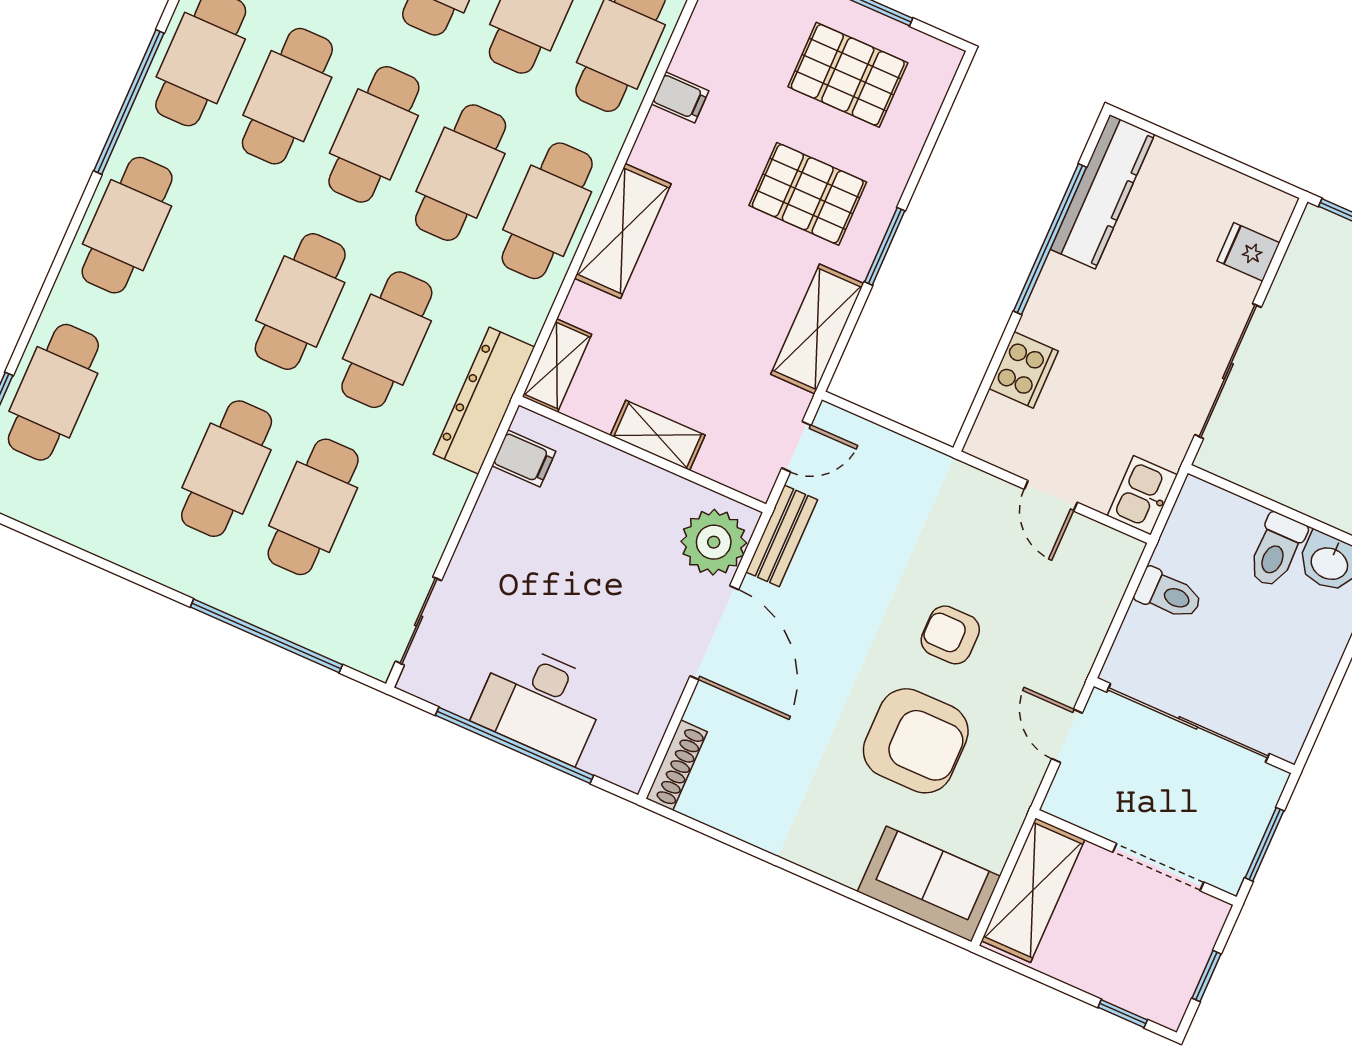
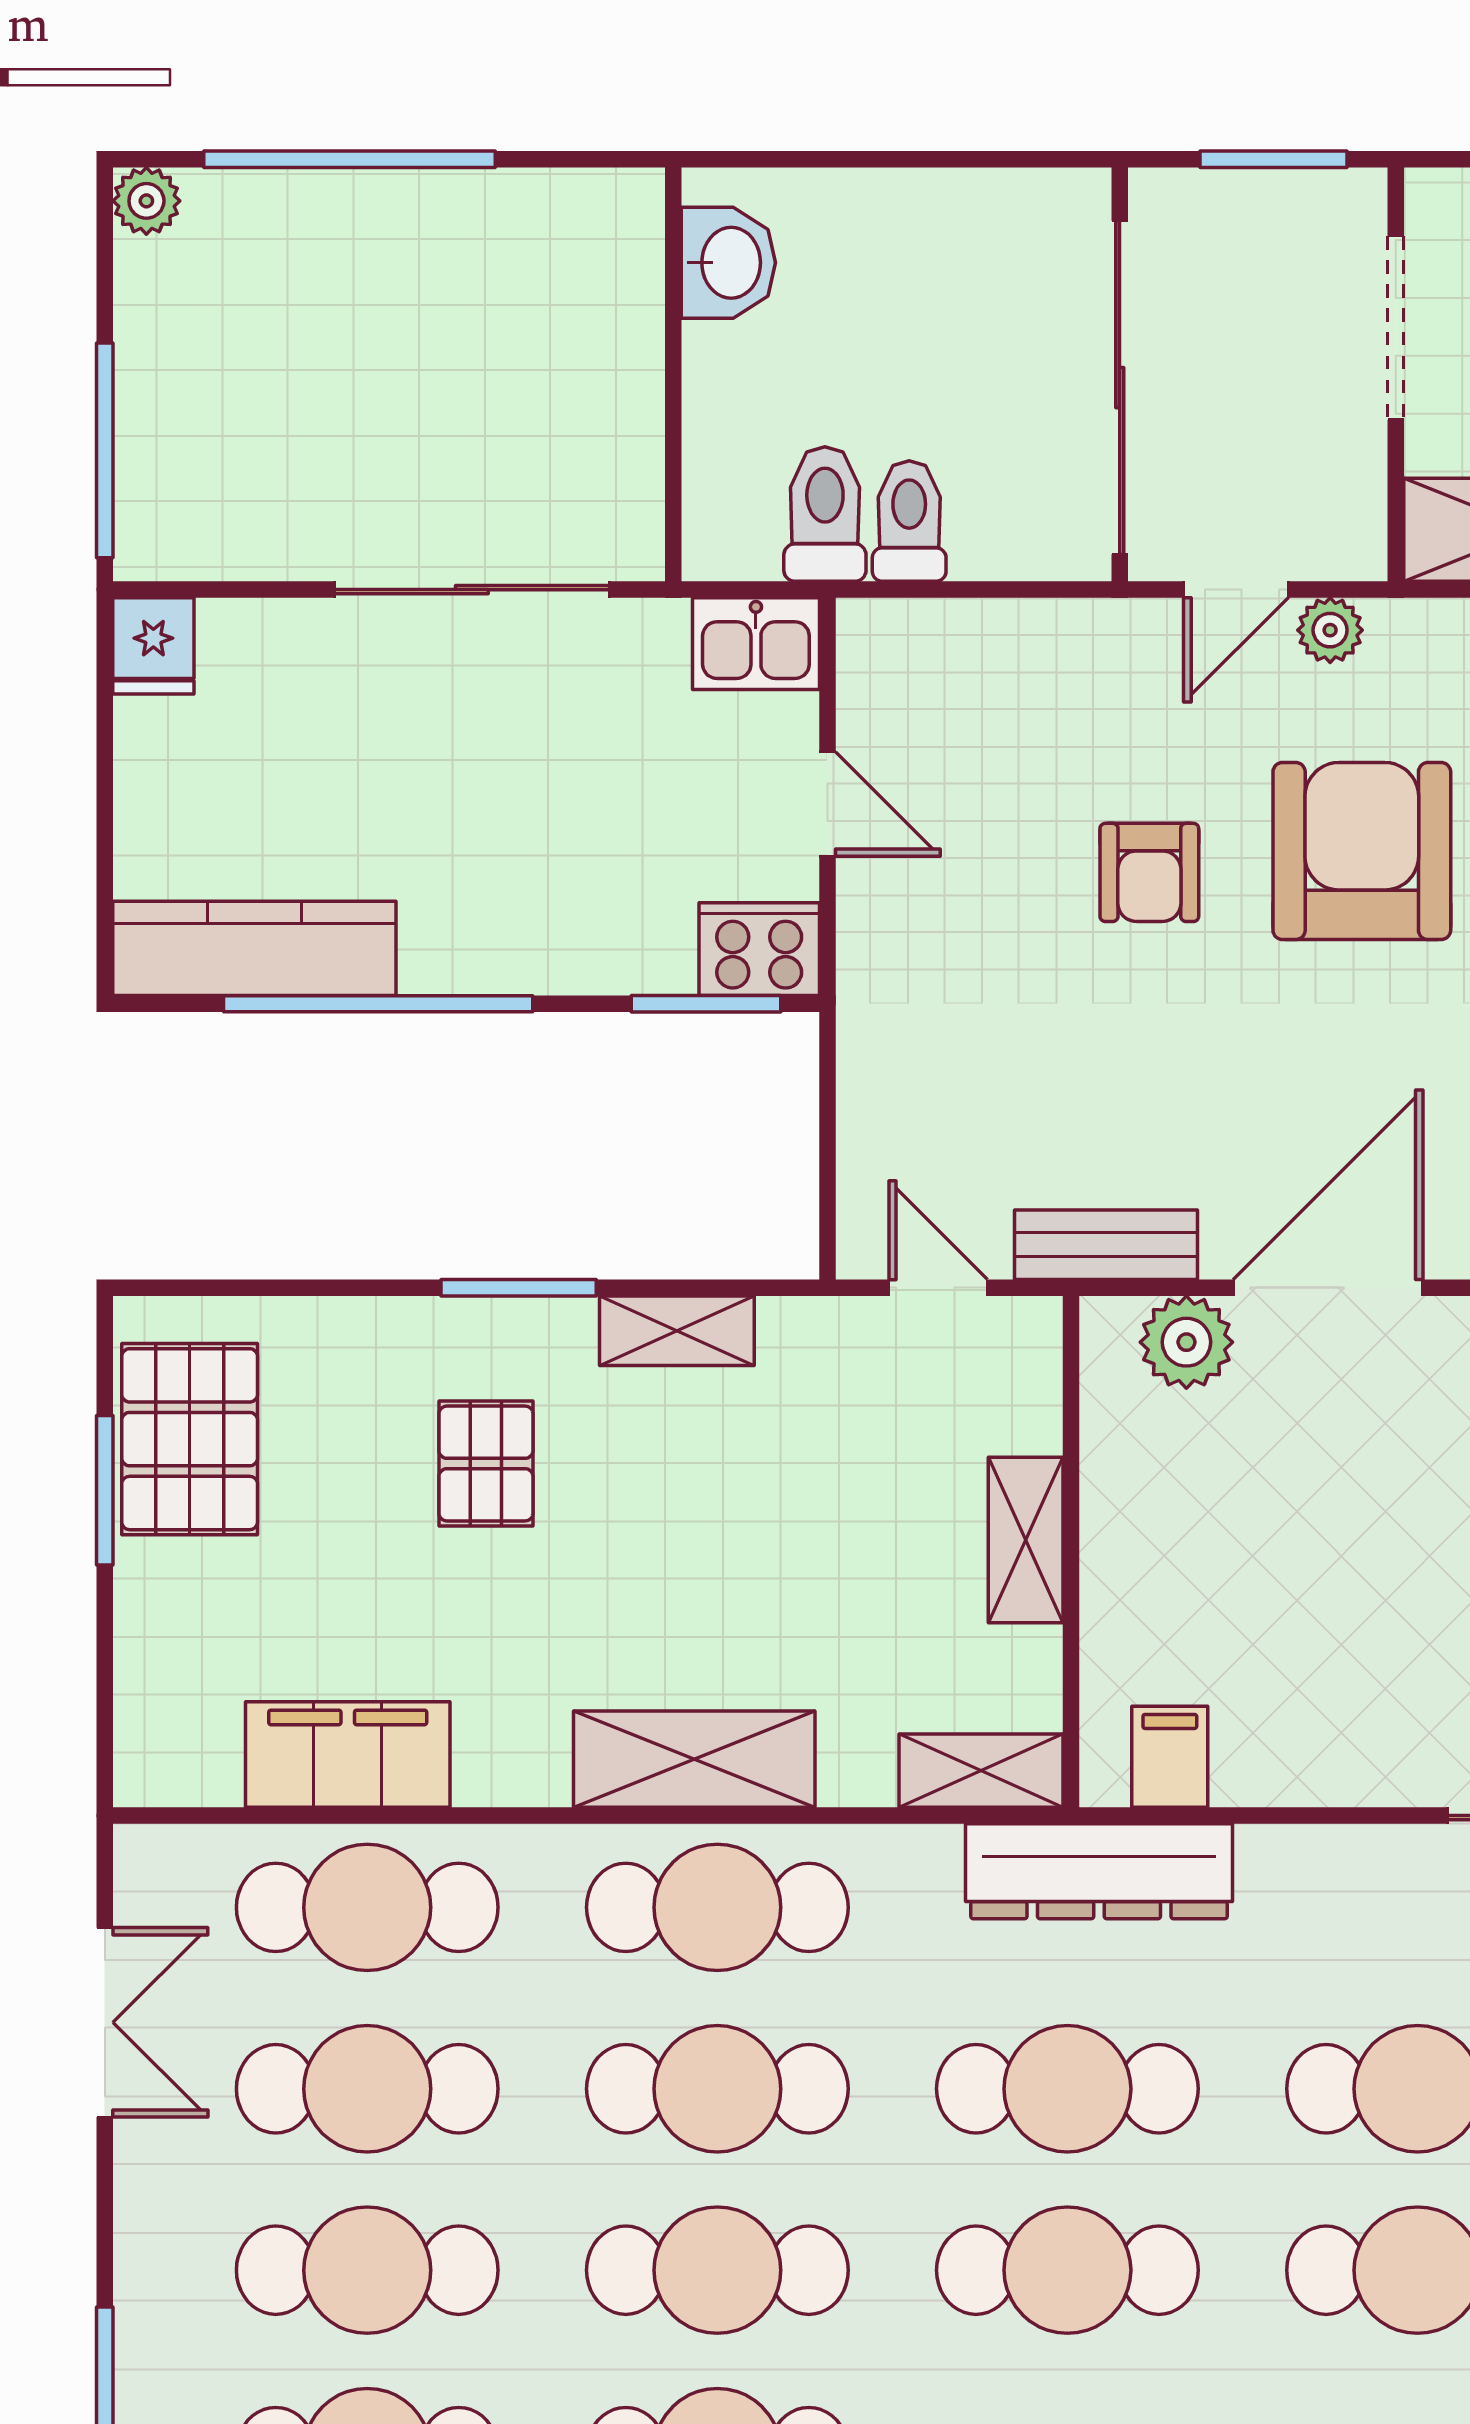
pallet: (848, 75) -> (190, 1439), moved
filing cabinet: (680, 97) -> (348, 1754), width x3.00, depth x1.17
pallet: (808, 194) -> (486, 1464), width x0.67, depth x0.71
fridge: (1248, 252) -> (153, 646), moved
shelving: (817, 329) -> (677, 1331), width x0.67, depth x0.75
cooker: (1023, 370) -> (759, 949), moved
window: (981, 396) -> (706, 1004), added
door: (1051, 496) -> (827, 804), hinge flipped
plant: (714, 542) -> (1186, 1342), width x0.73, depth x0.73
toilet: (1276, 550) -> (825, 514), moved, turned -90
plant: (1028, 772) -> (1330, 630), added

